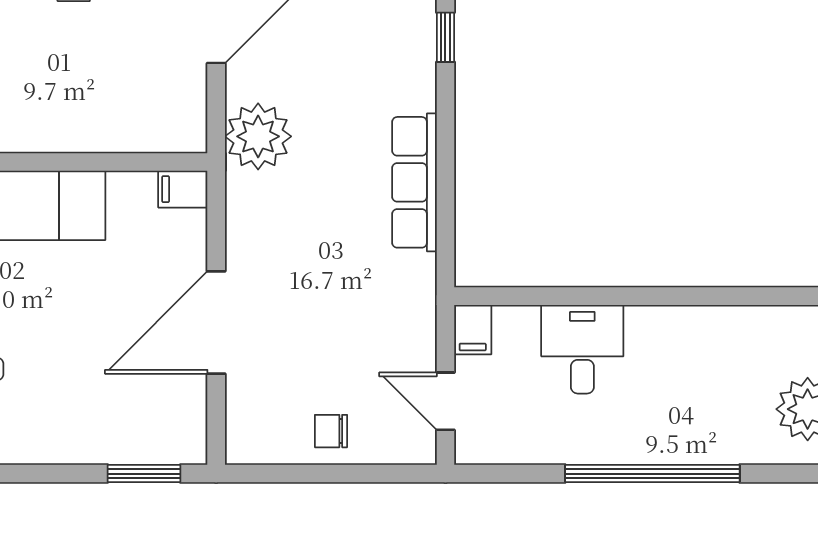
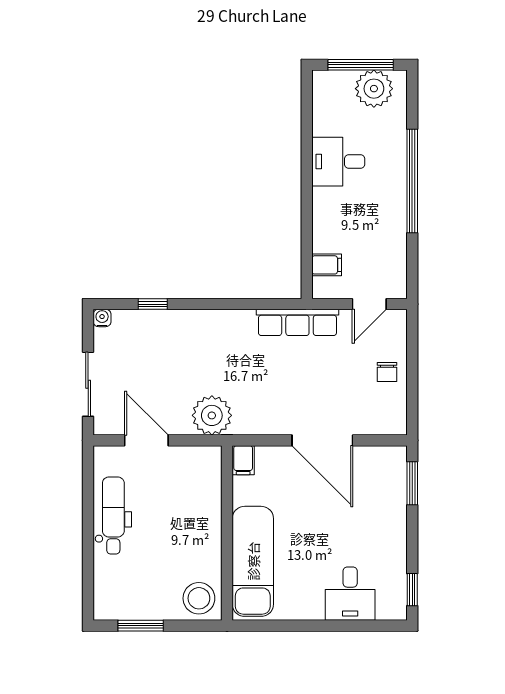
row of seats: (414, 182) -> (297, 322), moved
filing cabinet: (473, 330) -> (327, 265), moved
desk: (582, 349) -> (338, 162), moved

